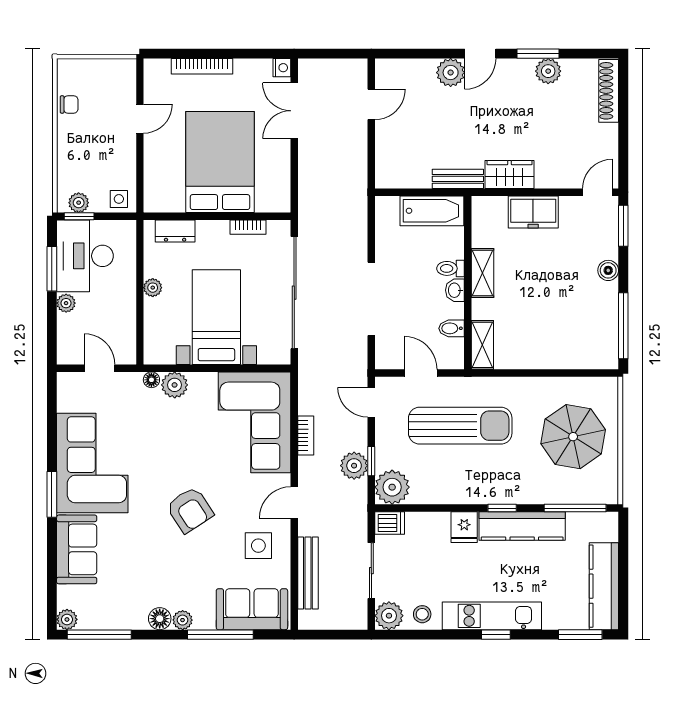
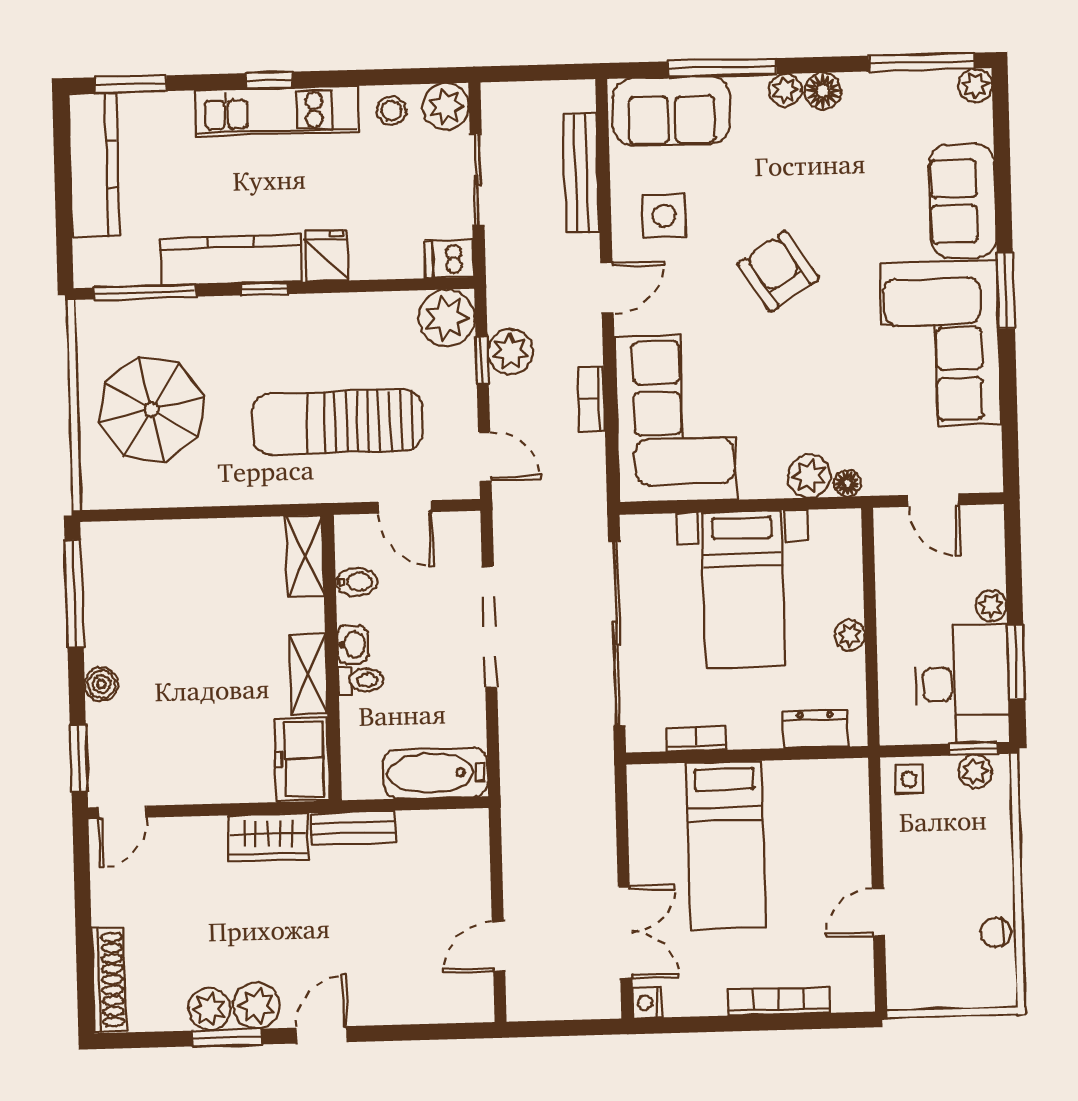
plant: (451, 73) -> (256, 1006), moved
bed: (220, 162) -> (726, 845), width x0.67
bathtub: (432, 211) -> (435, 773), moved
freezer: (533, 212) -> (302, 759), moved, turned -90

